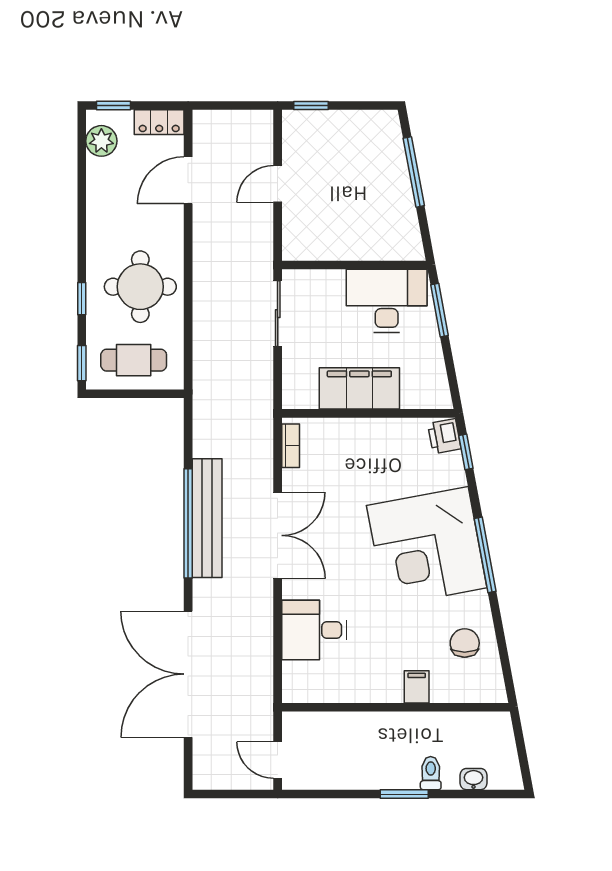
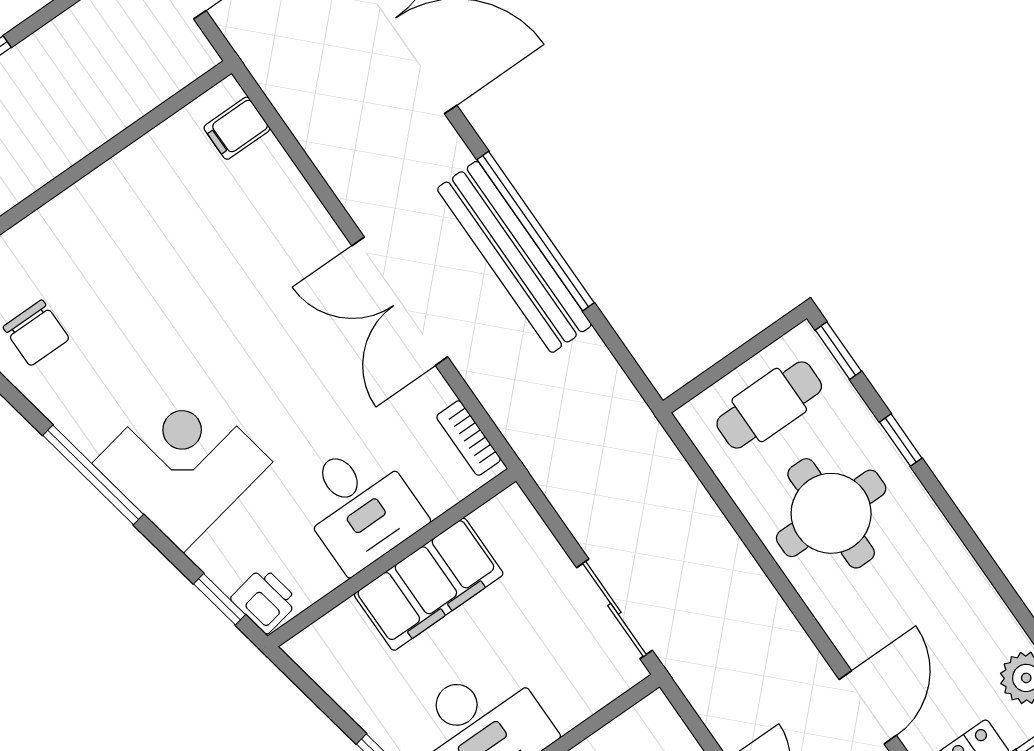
corner desk: (427, 547) -> (182, 463), width x0.74, depth x0.74
desk: (314, 630) -> (359, 506), moved, turned 90
filing cabinet: (417, 687) -> (237, 128), moved, turned 90

